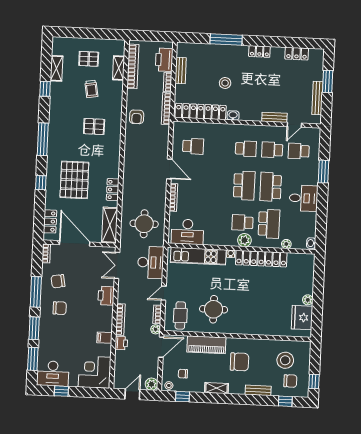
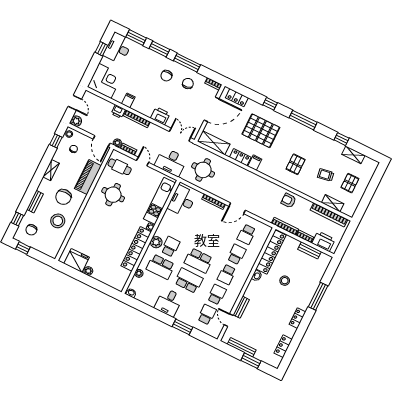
school desk: (220, 147) -> (237, 254), added
filing cabinet: (112, 171) -> (255, 163), added
stool: (285, 360) -> (58, 221), moved

